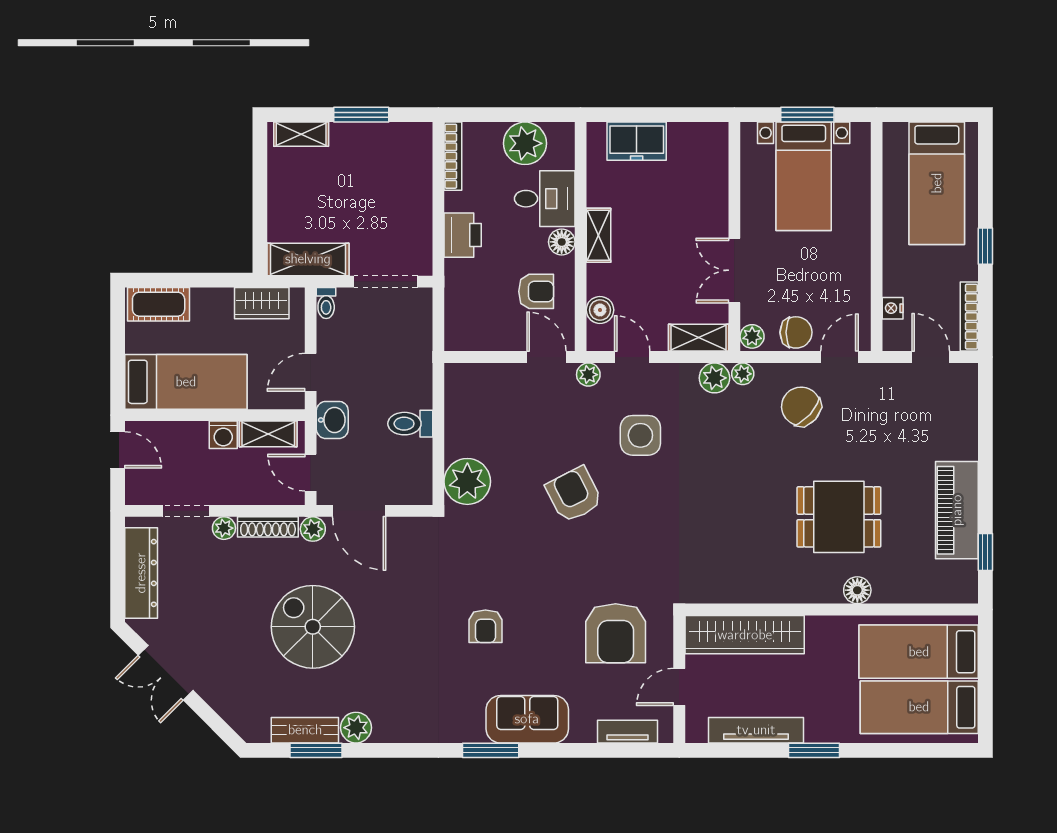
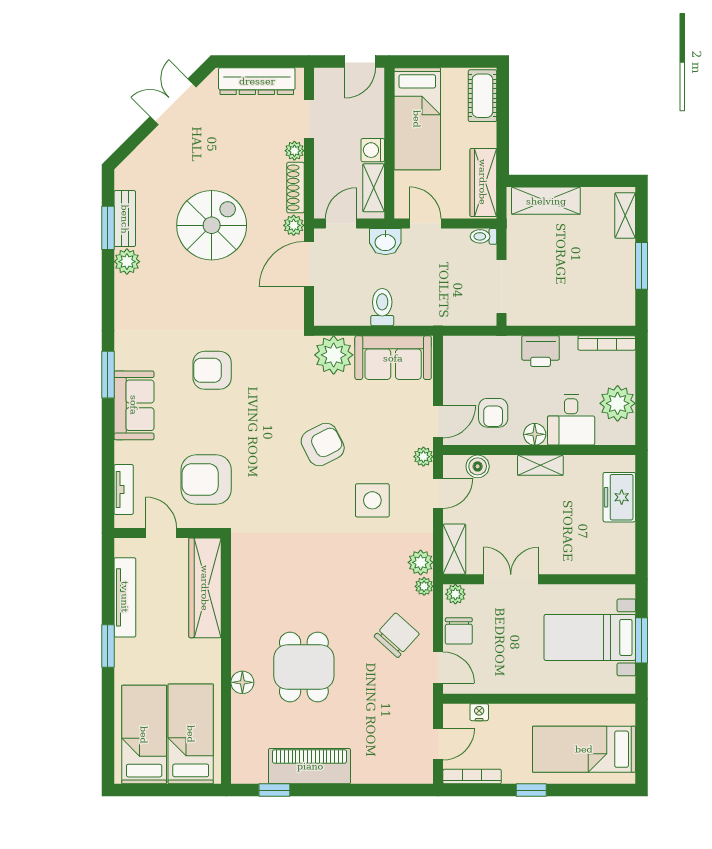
shelving: (308, 259) -> (546, 201), moved, turned 90
wardrobe: (262, 303) -> (483, 182), width x1.50
sofa: (470, 411) -> (393, 358), added
armchair: (485, 626) -> (212, 370), width x1.38, depth x1.38

